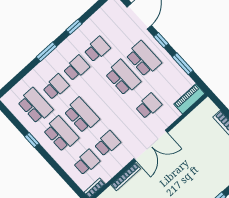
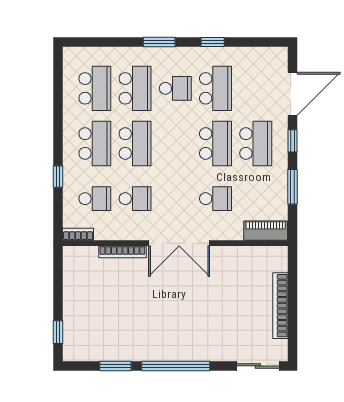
school desk: (97, 49) -> (215, 88), width x1.85
school desk: (56, 87) -> (135, 88), width x1.85
window: (32, 140) -> (58, 177), moved

